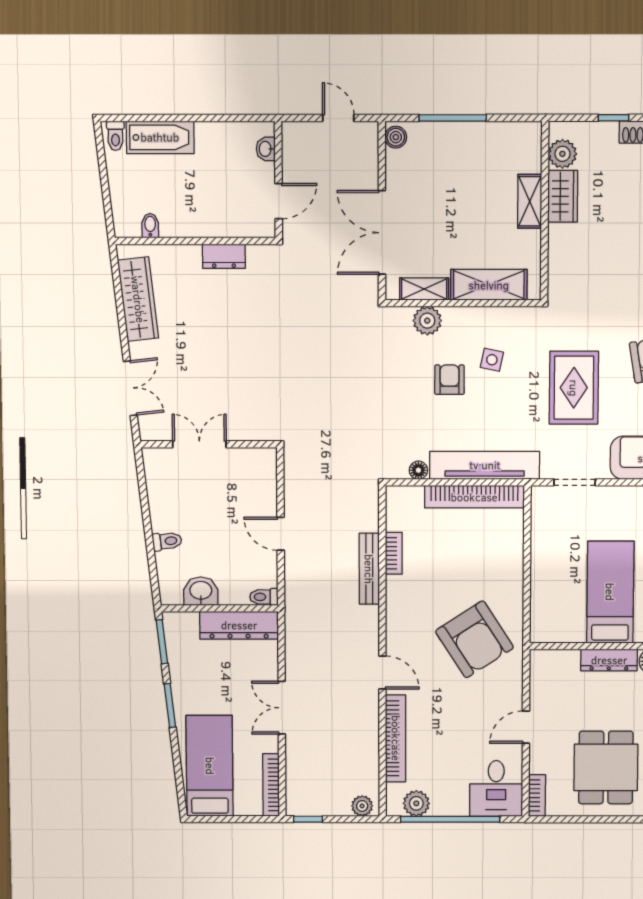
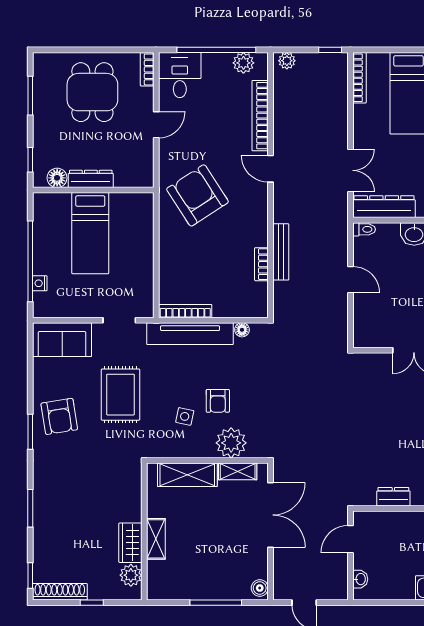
plant: (427, 321) -> (231, 443), width x1.36, depth x1.36
bookcase: (474, 497) -> (185, 311), width x0.68, depth x0.76
double door: (282, 708) -> (351, 170), moved

